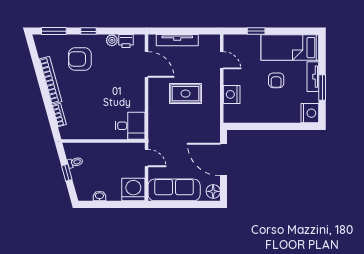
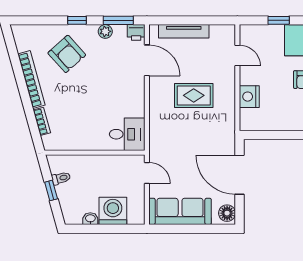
window: (54, 31) -> (118, 20), moved
printer: (126, 41) -> (136, 32), moved
armchair: (80, 59) -> (67, 54), turned -132
washing machine: (133, 190) -> (113, 211), moved

